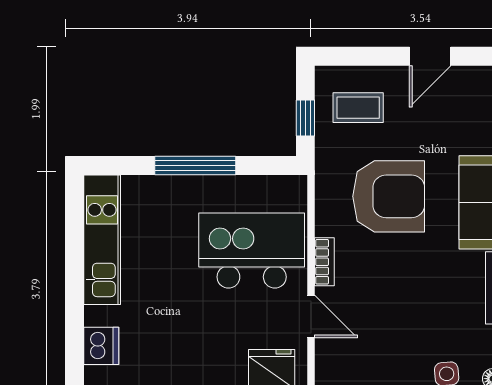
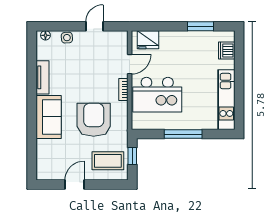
coffee table: (358, 108) -> (108, 161), width x1.36, depth x1.30
armchair: (389, 196) -> (94, 120), turned 90
door: (311, 316) -> (130, 64), swing flipped

